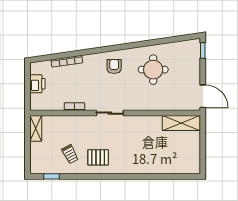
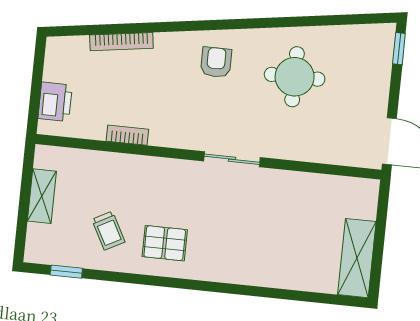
printer: (37, 84) -> (55, 102), moved
sliding door: (110, 113) -> (232, 159), moved
shelving: (181, 123) -> (357, 258), moved, turned 90
shelving: (36, 128) -> (42, 196), moved

